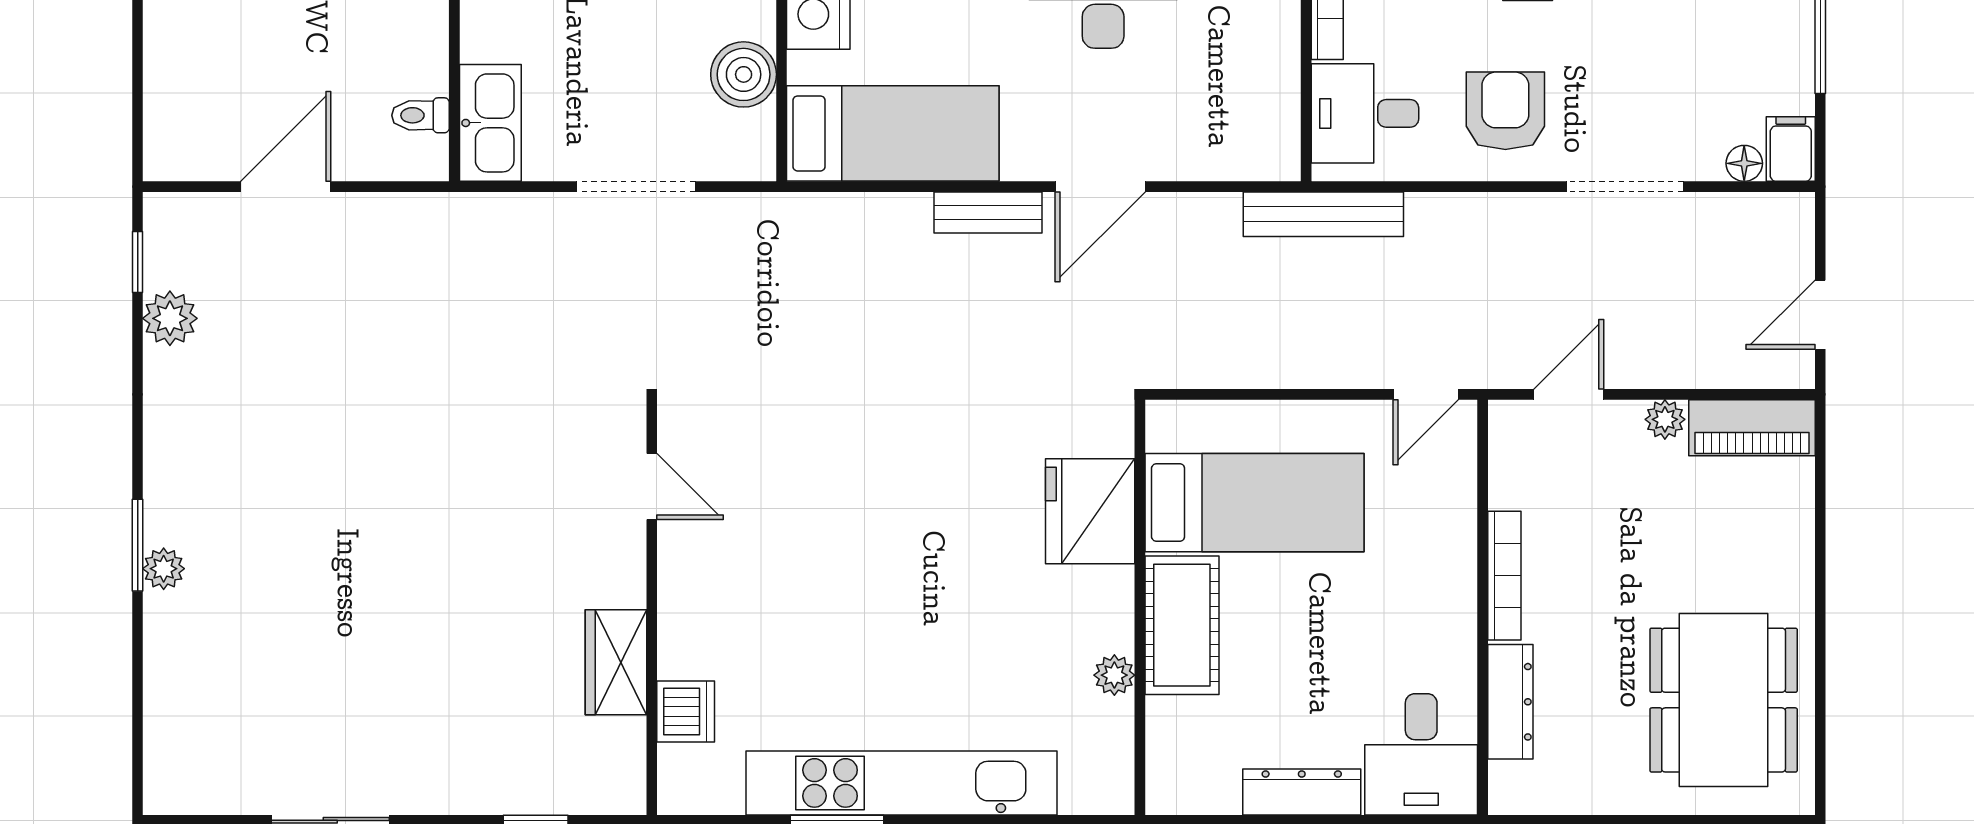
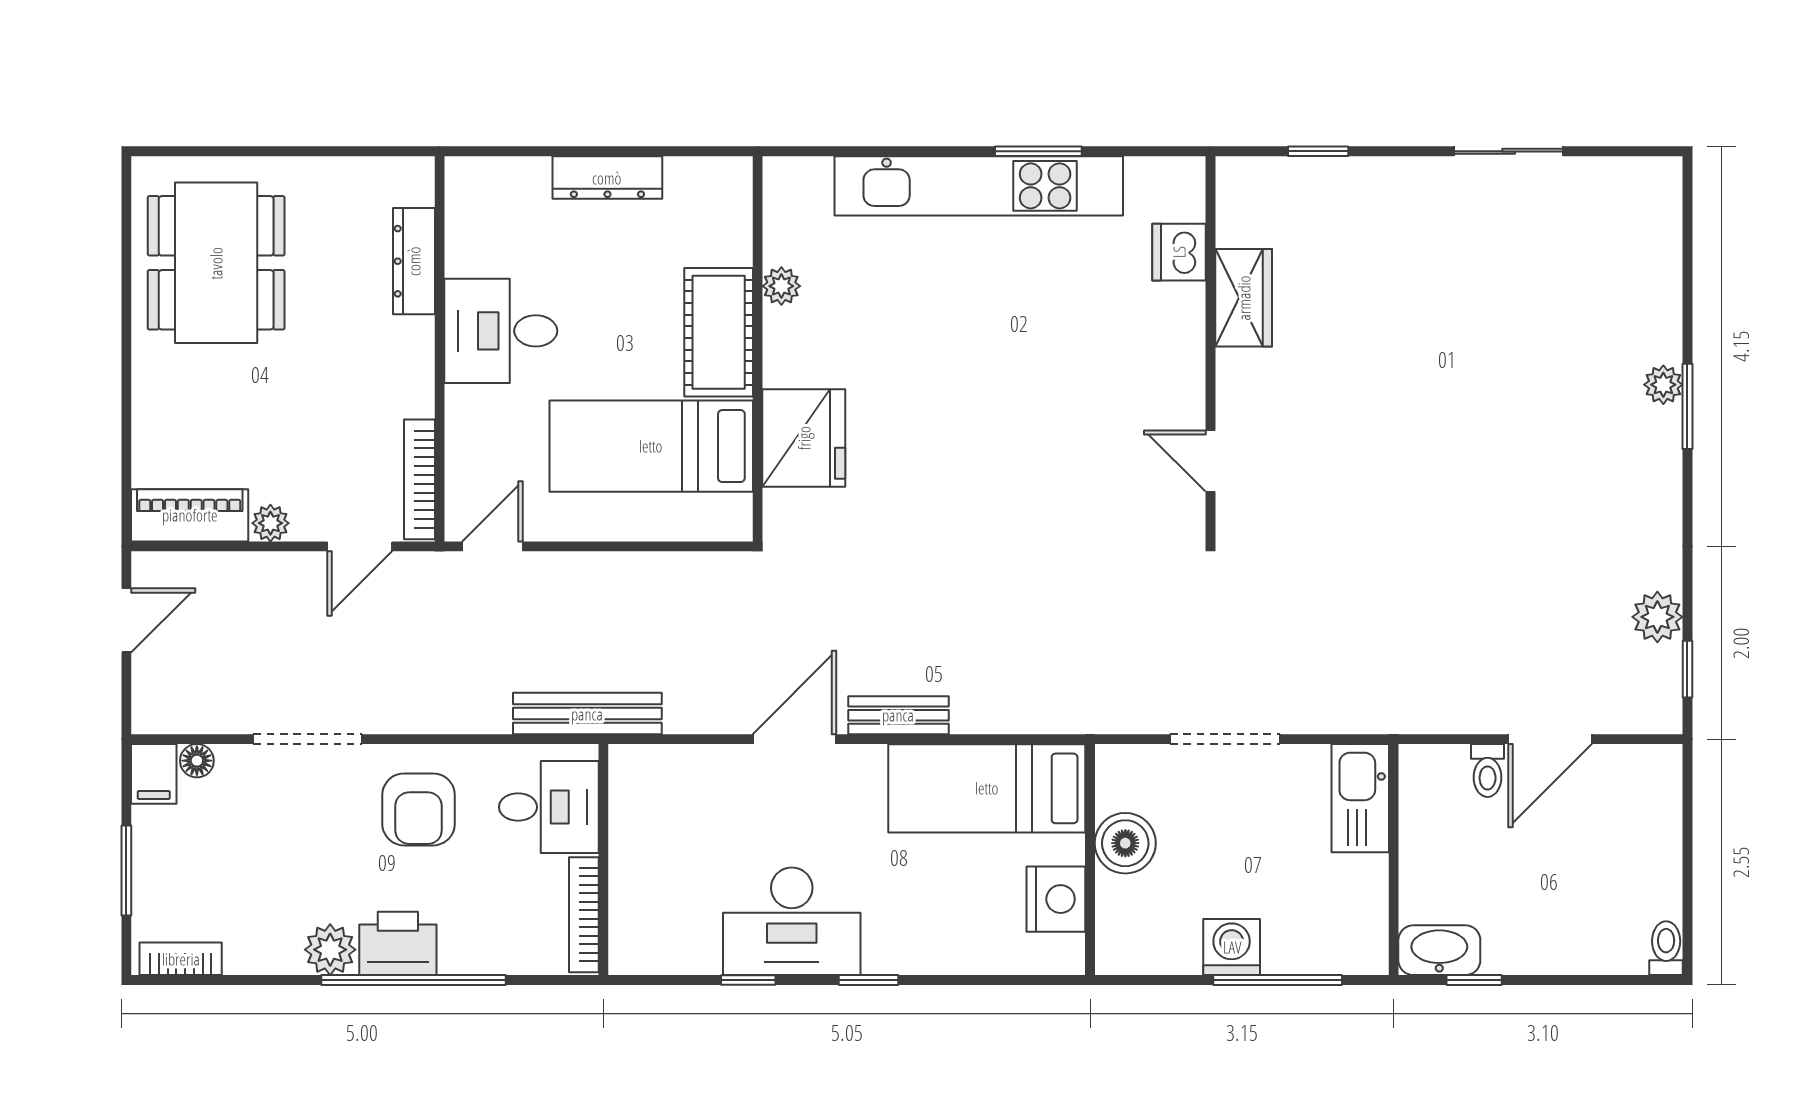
toilet: (420, 115) -> (1488, 771), moved, turned 90
bookcase: (1504, 576) -> (419, 479), moved
desk: (1421, 754) -> (501, 331), moved, turned -90

